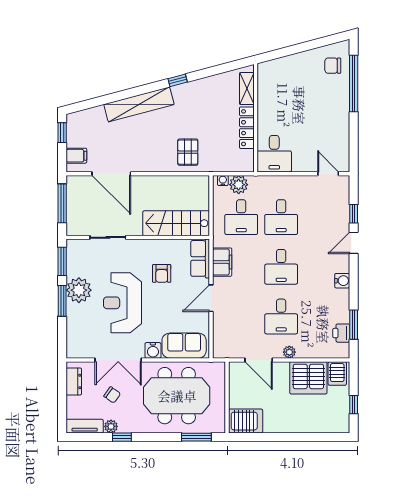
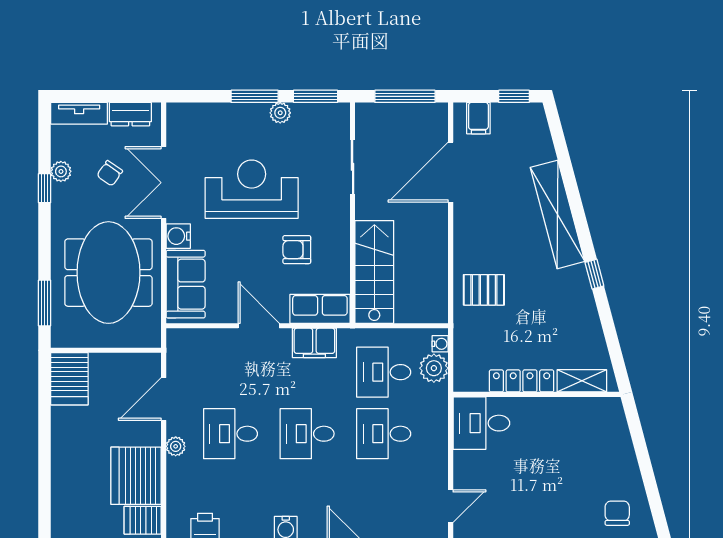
plant: (79, 290) -> (280, 113), width x0.53, depth x0.53
tv unit: (85, 426) -> (79, 113), moved, turned 90

